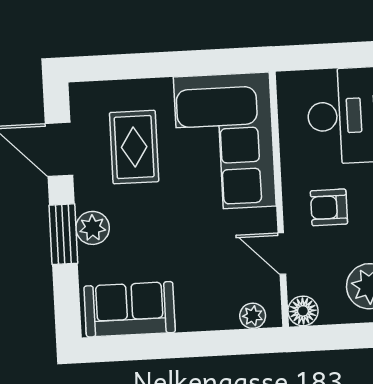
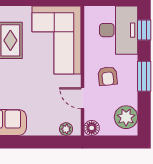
armchair: (329, 207) -> (108, 76), turned -96

